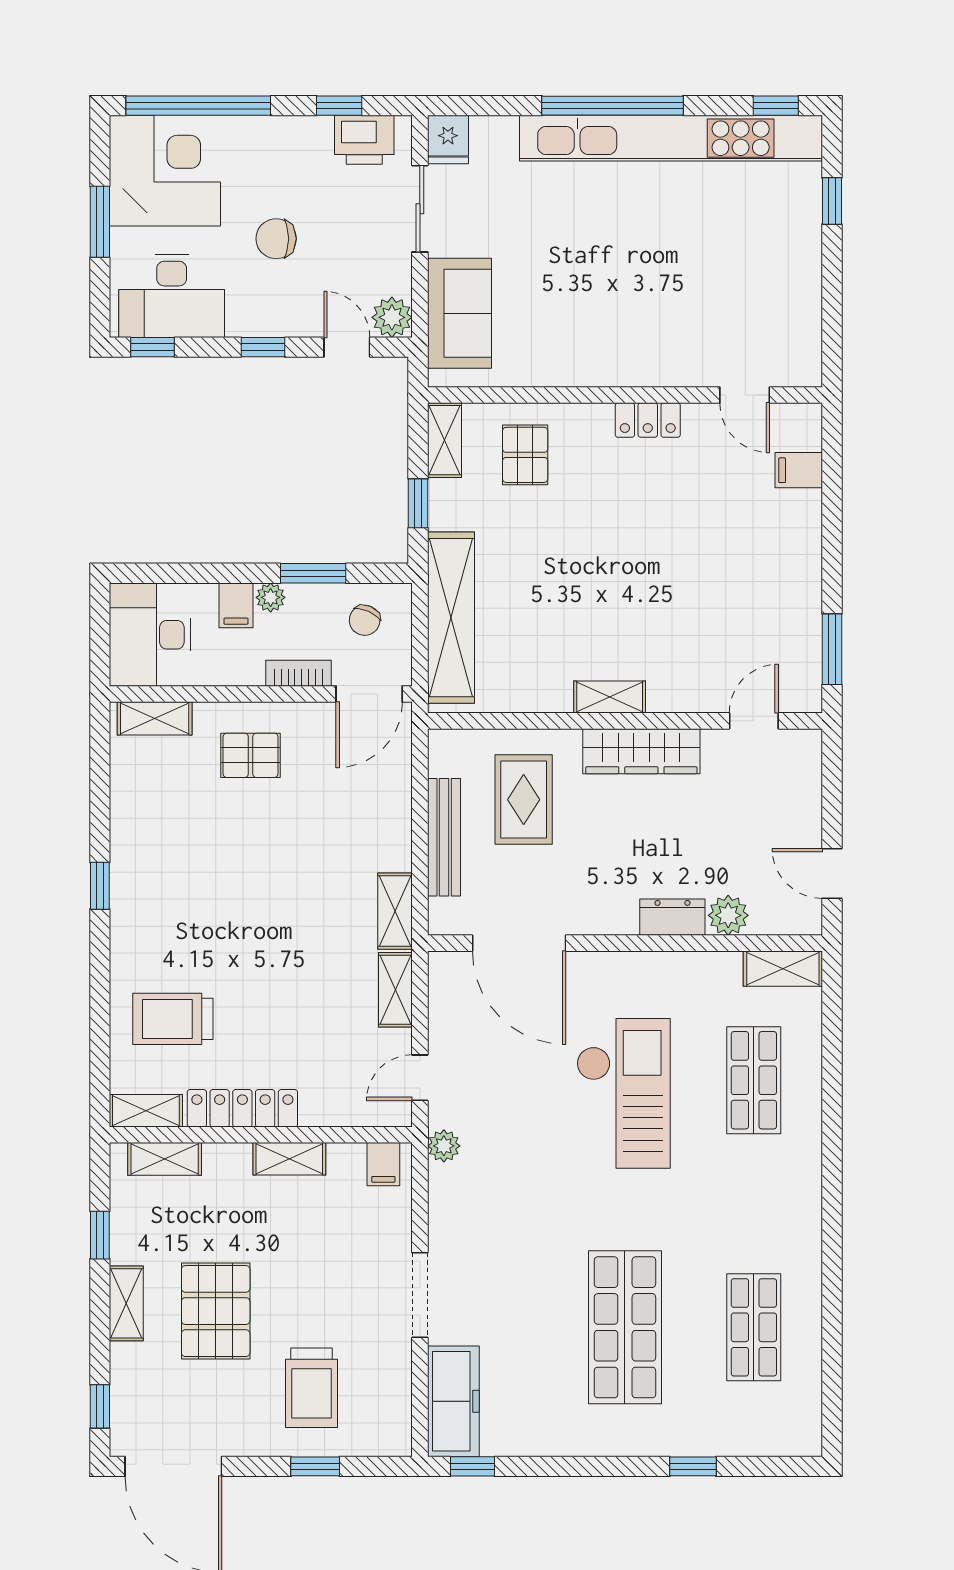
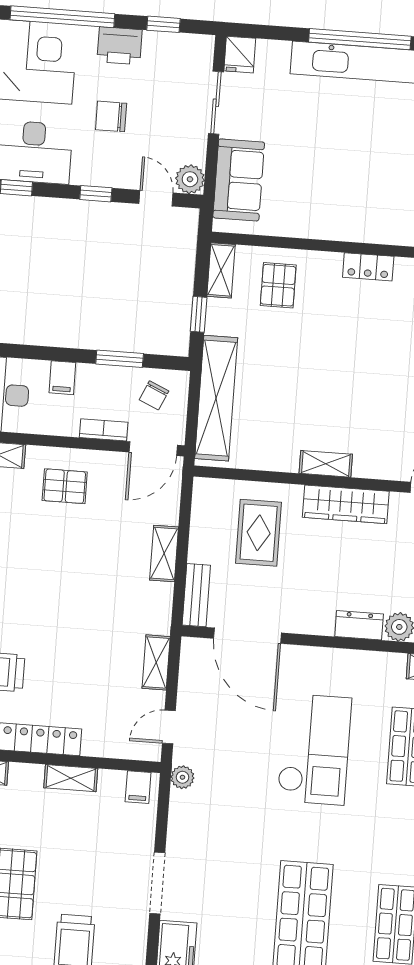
printer: (364, 140) -> (120, 46), moved
plant: (271, 597) -> (88, 374), removed
bench: (444, 837) -> (196, 595), moved, width x0.73
shelving: (395, 911) -> (164, 554), moved

